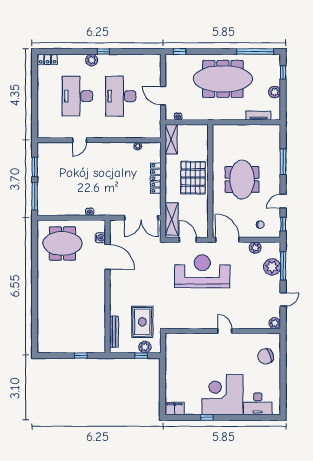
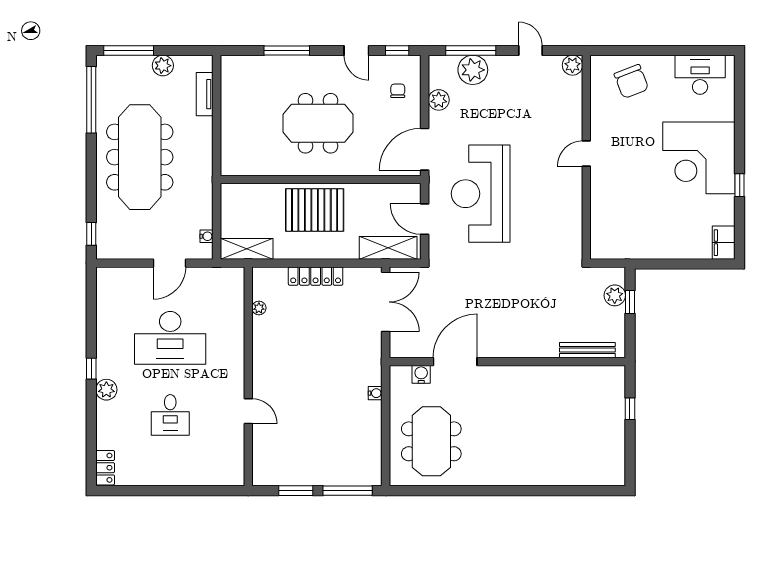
window: (283, 73) -> (129, 50), width x2.17
desk: (77, 96) -> (170, 415), width x0.53, depth x0.77
door: (188, 240) -> (425, 219), hinge flipped
rug: (142, 322) -> (570, 300), removed
desk: (258, 404) -> (700, 75), moved, turned -90

